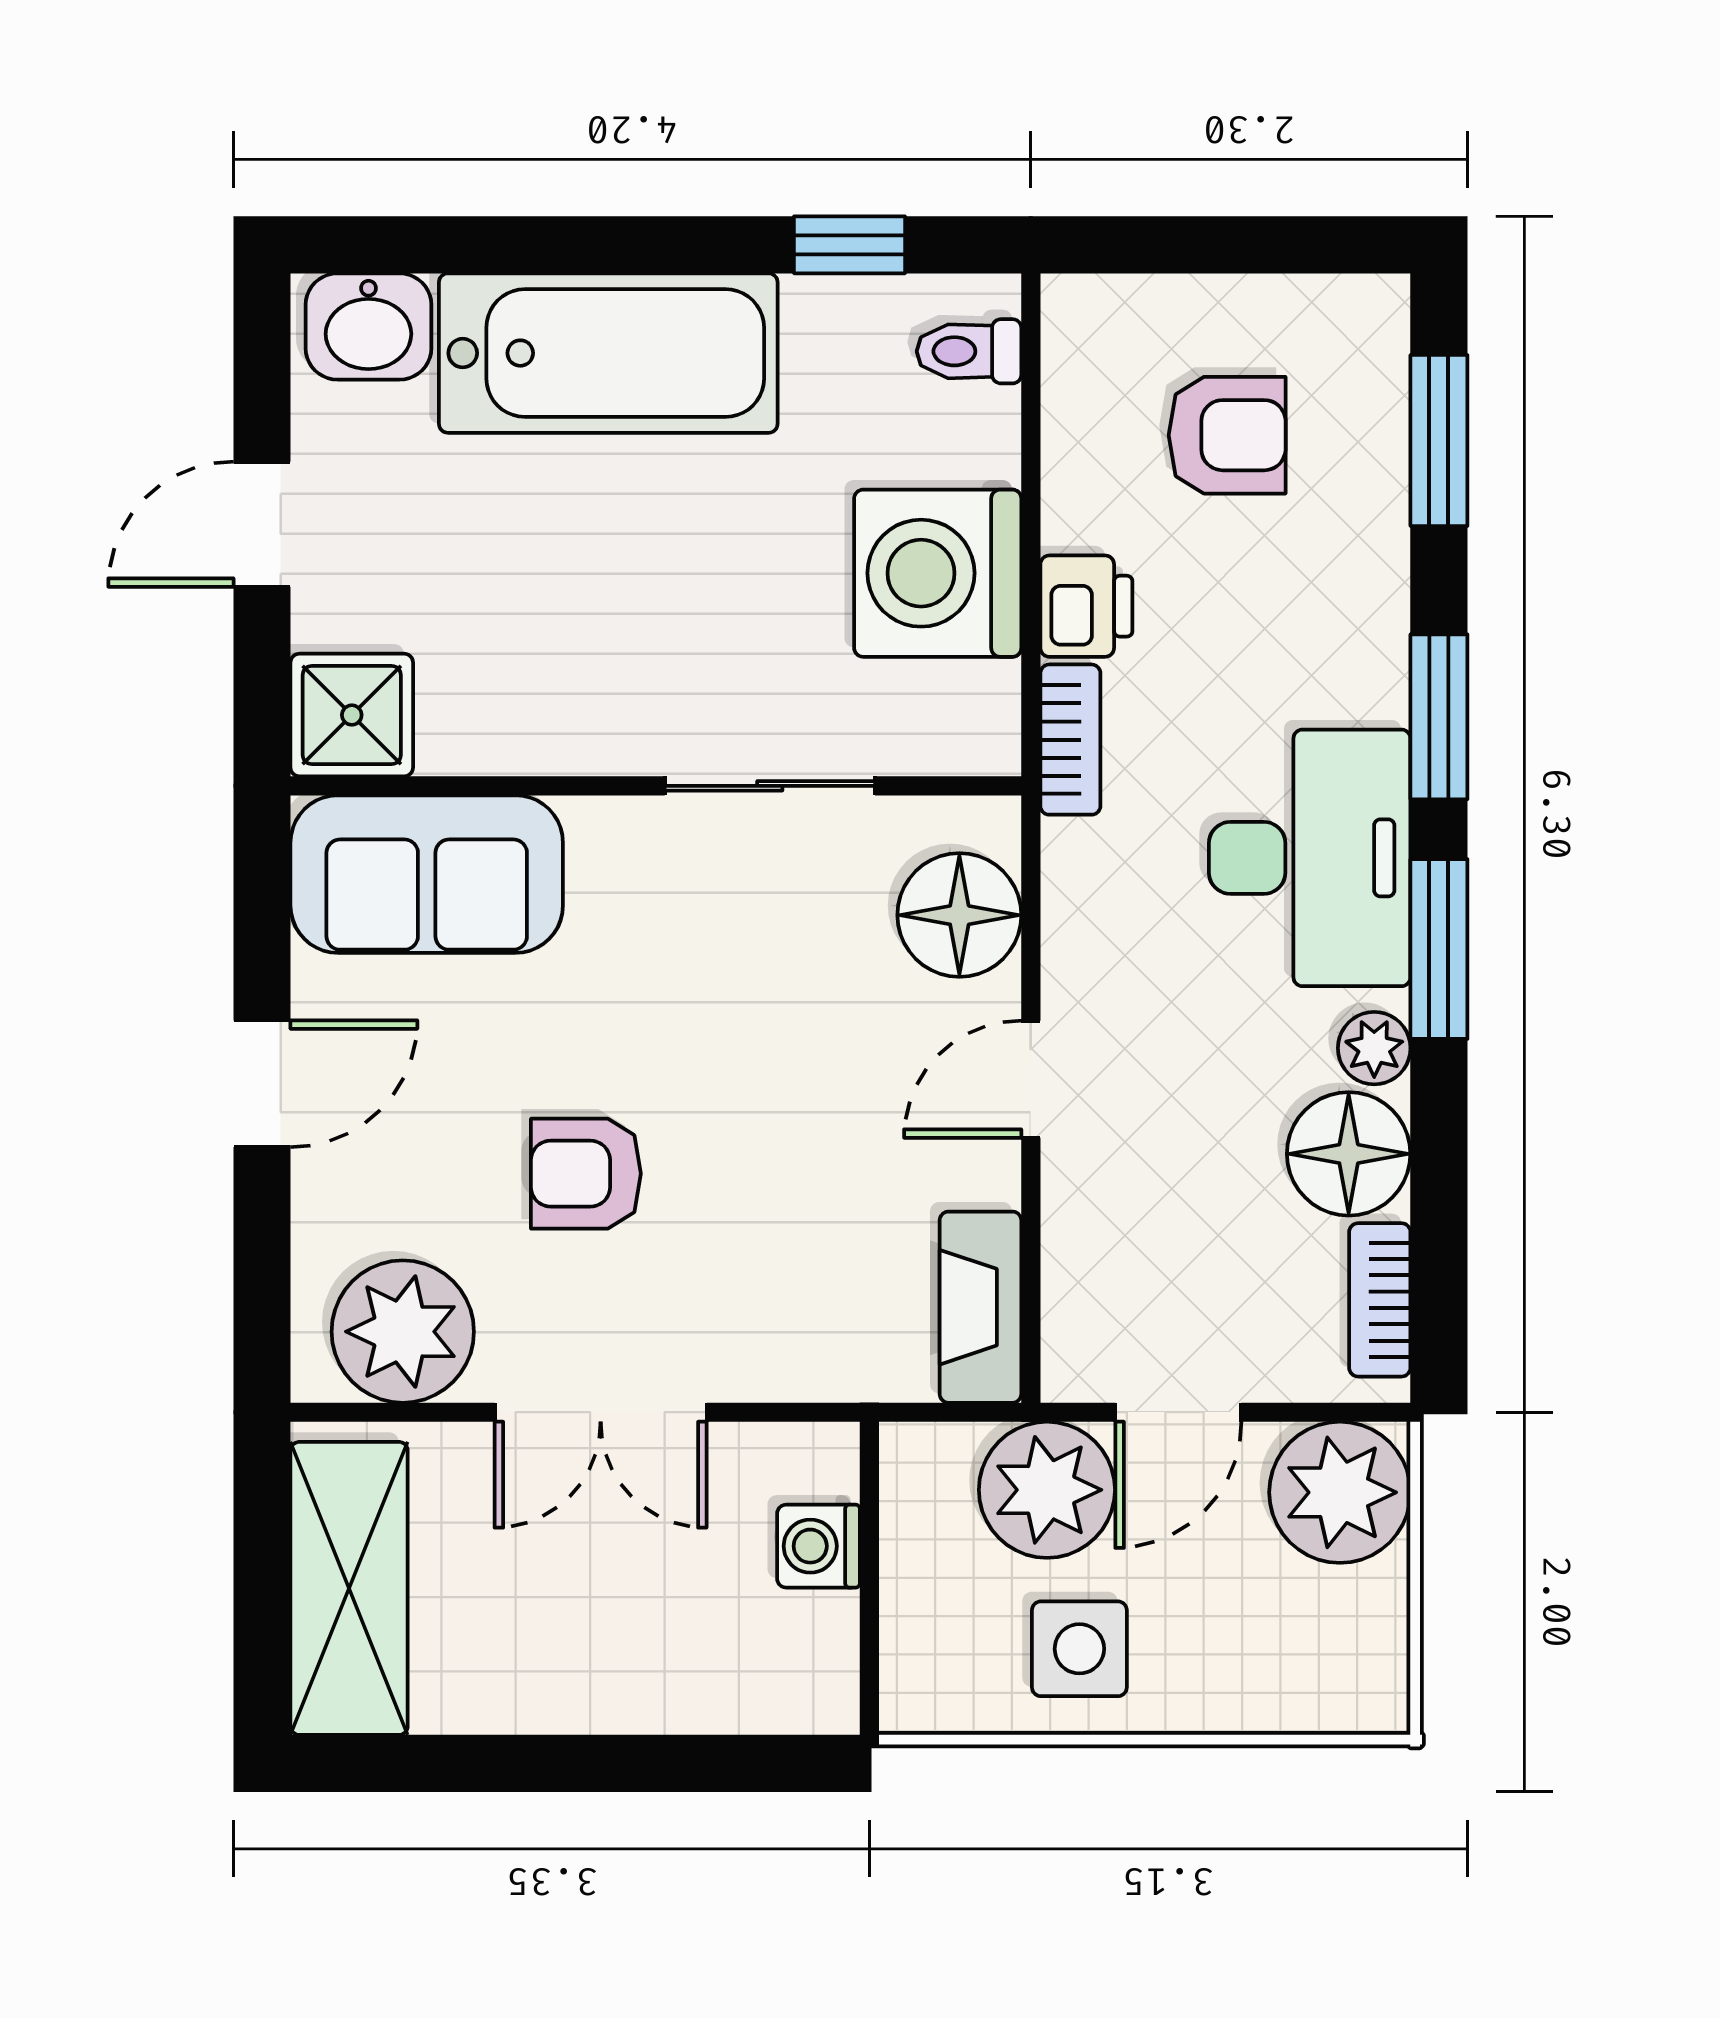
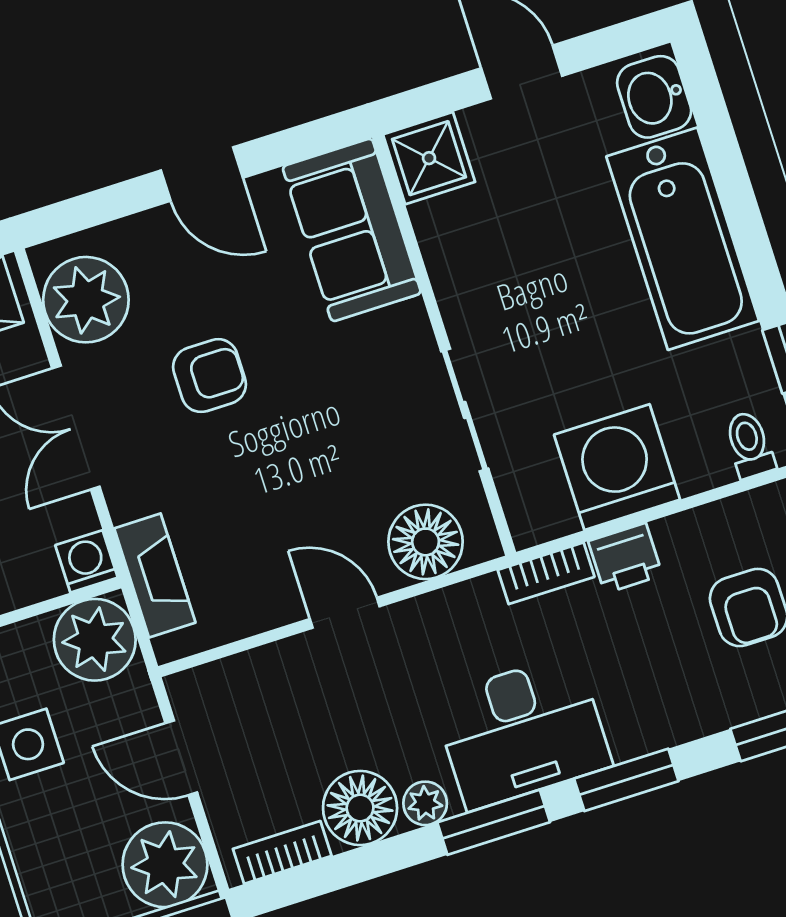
armchair: (586, 1174) -> (210, 376), turned 90
fireplace: (980, 1307) -> (155, 575), moved, turned 90
plant: (1047, 1490) -> (95, 640), moved
washing machine: (819, 1546) -> (87, 561), moved

